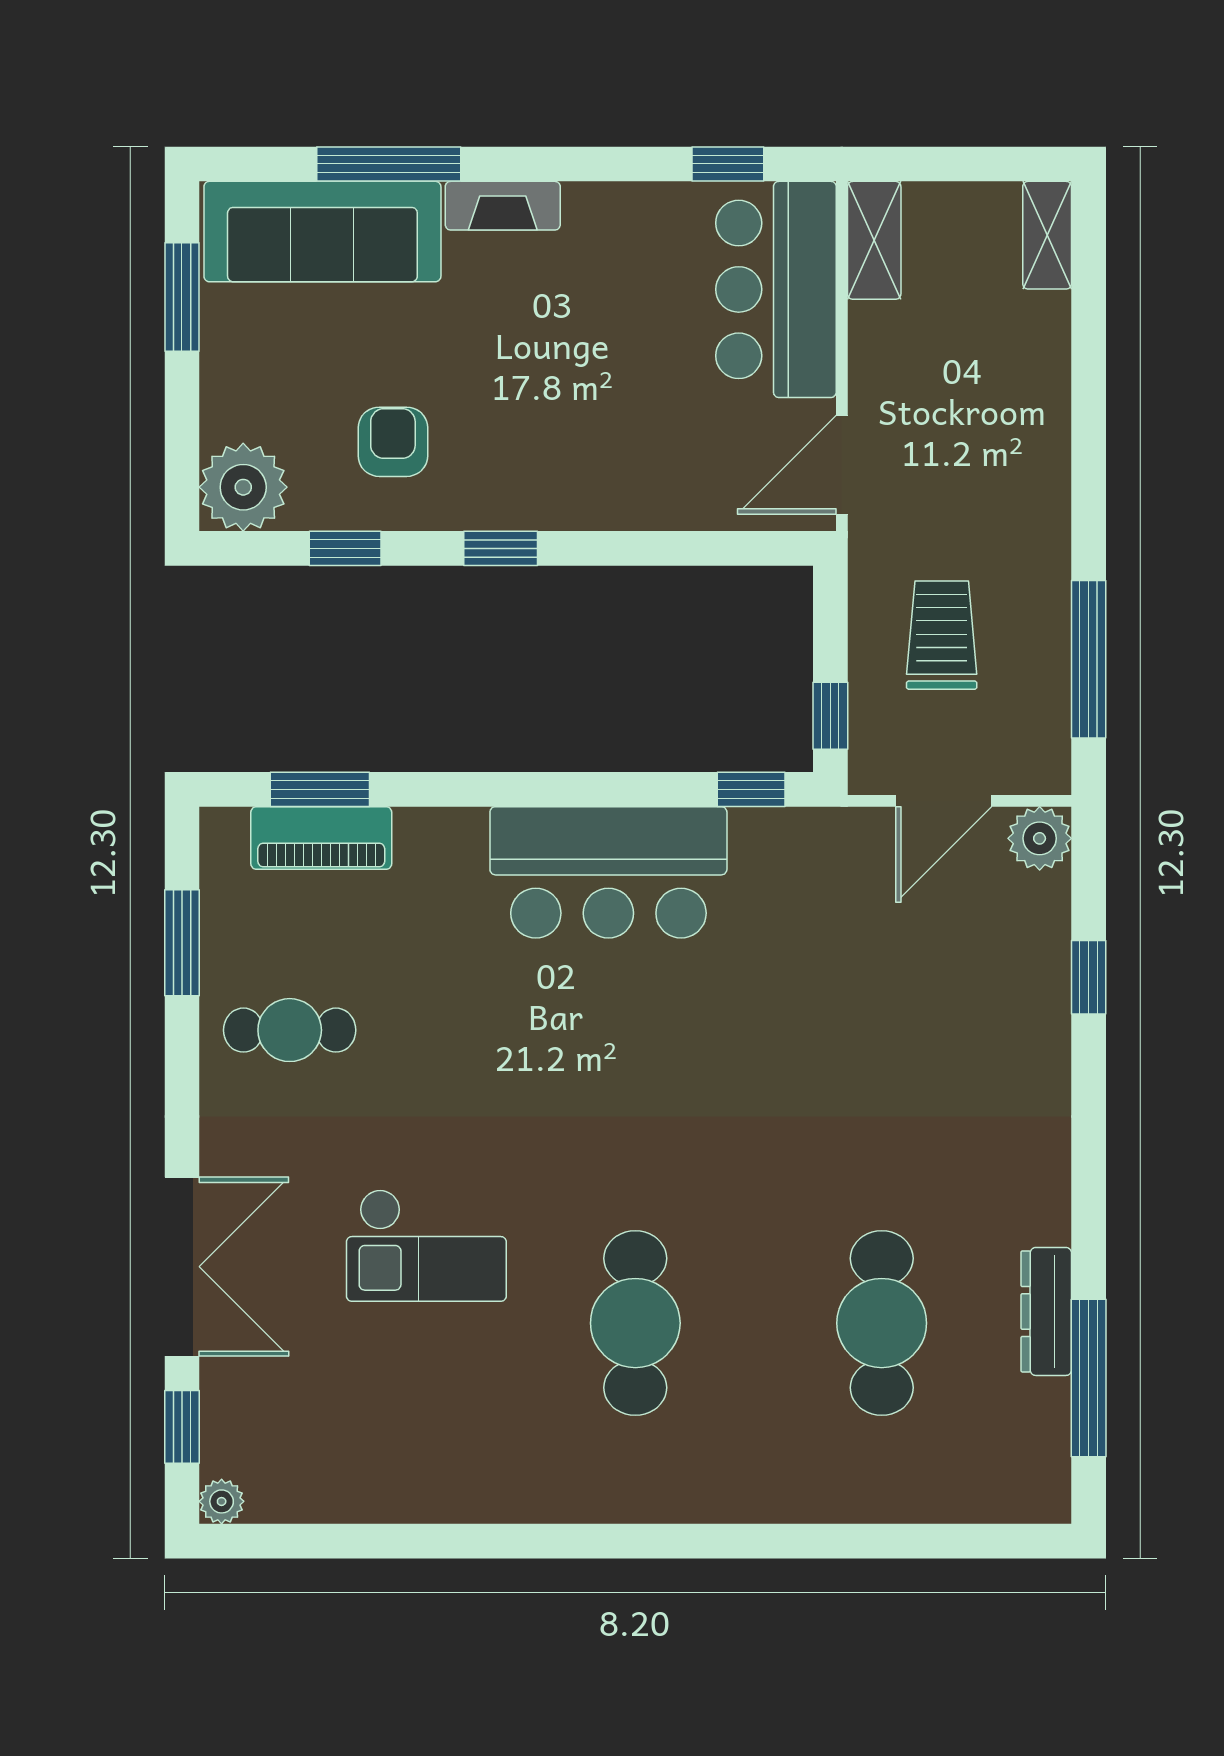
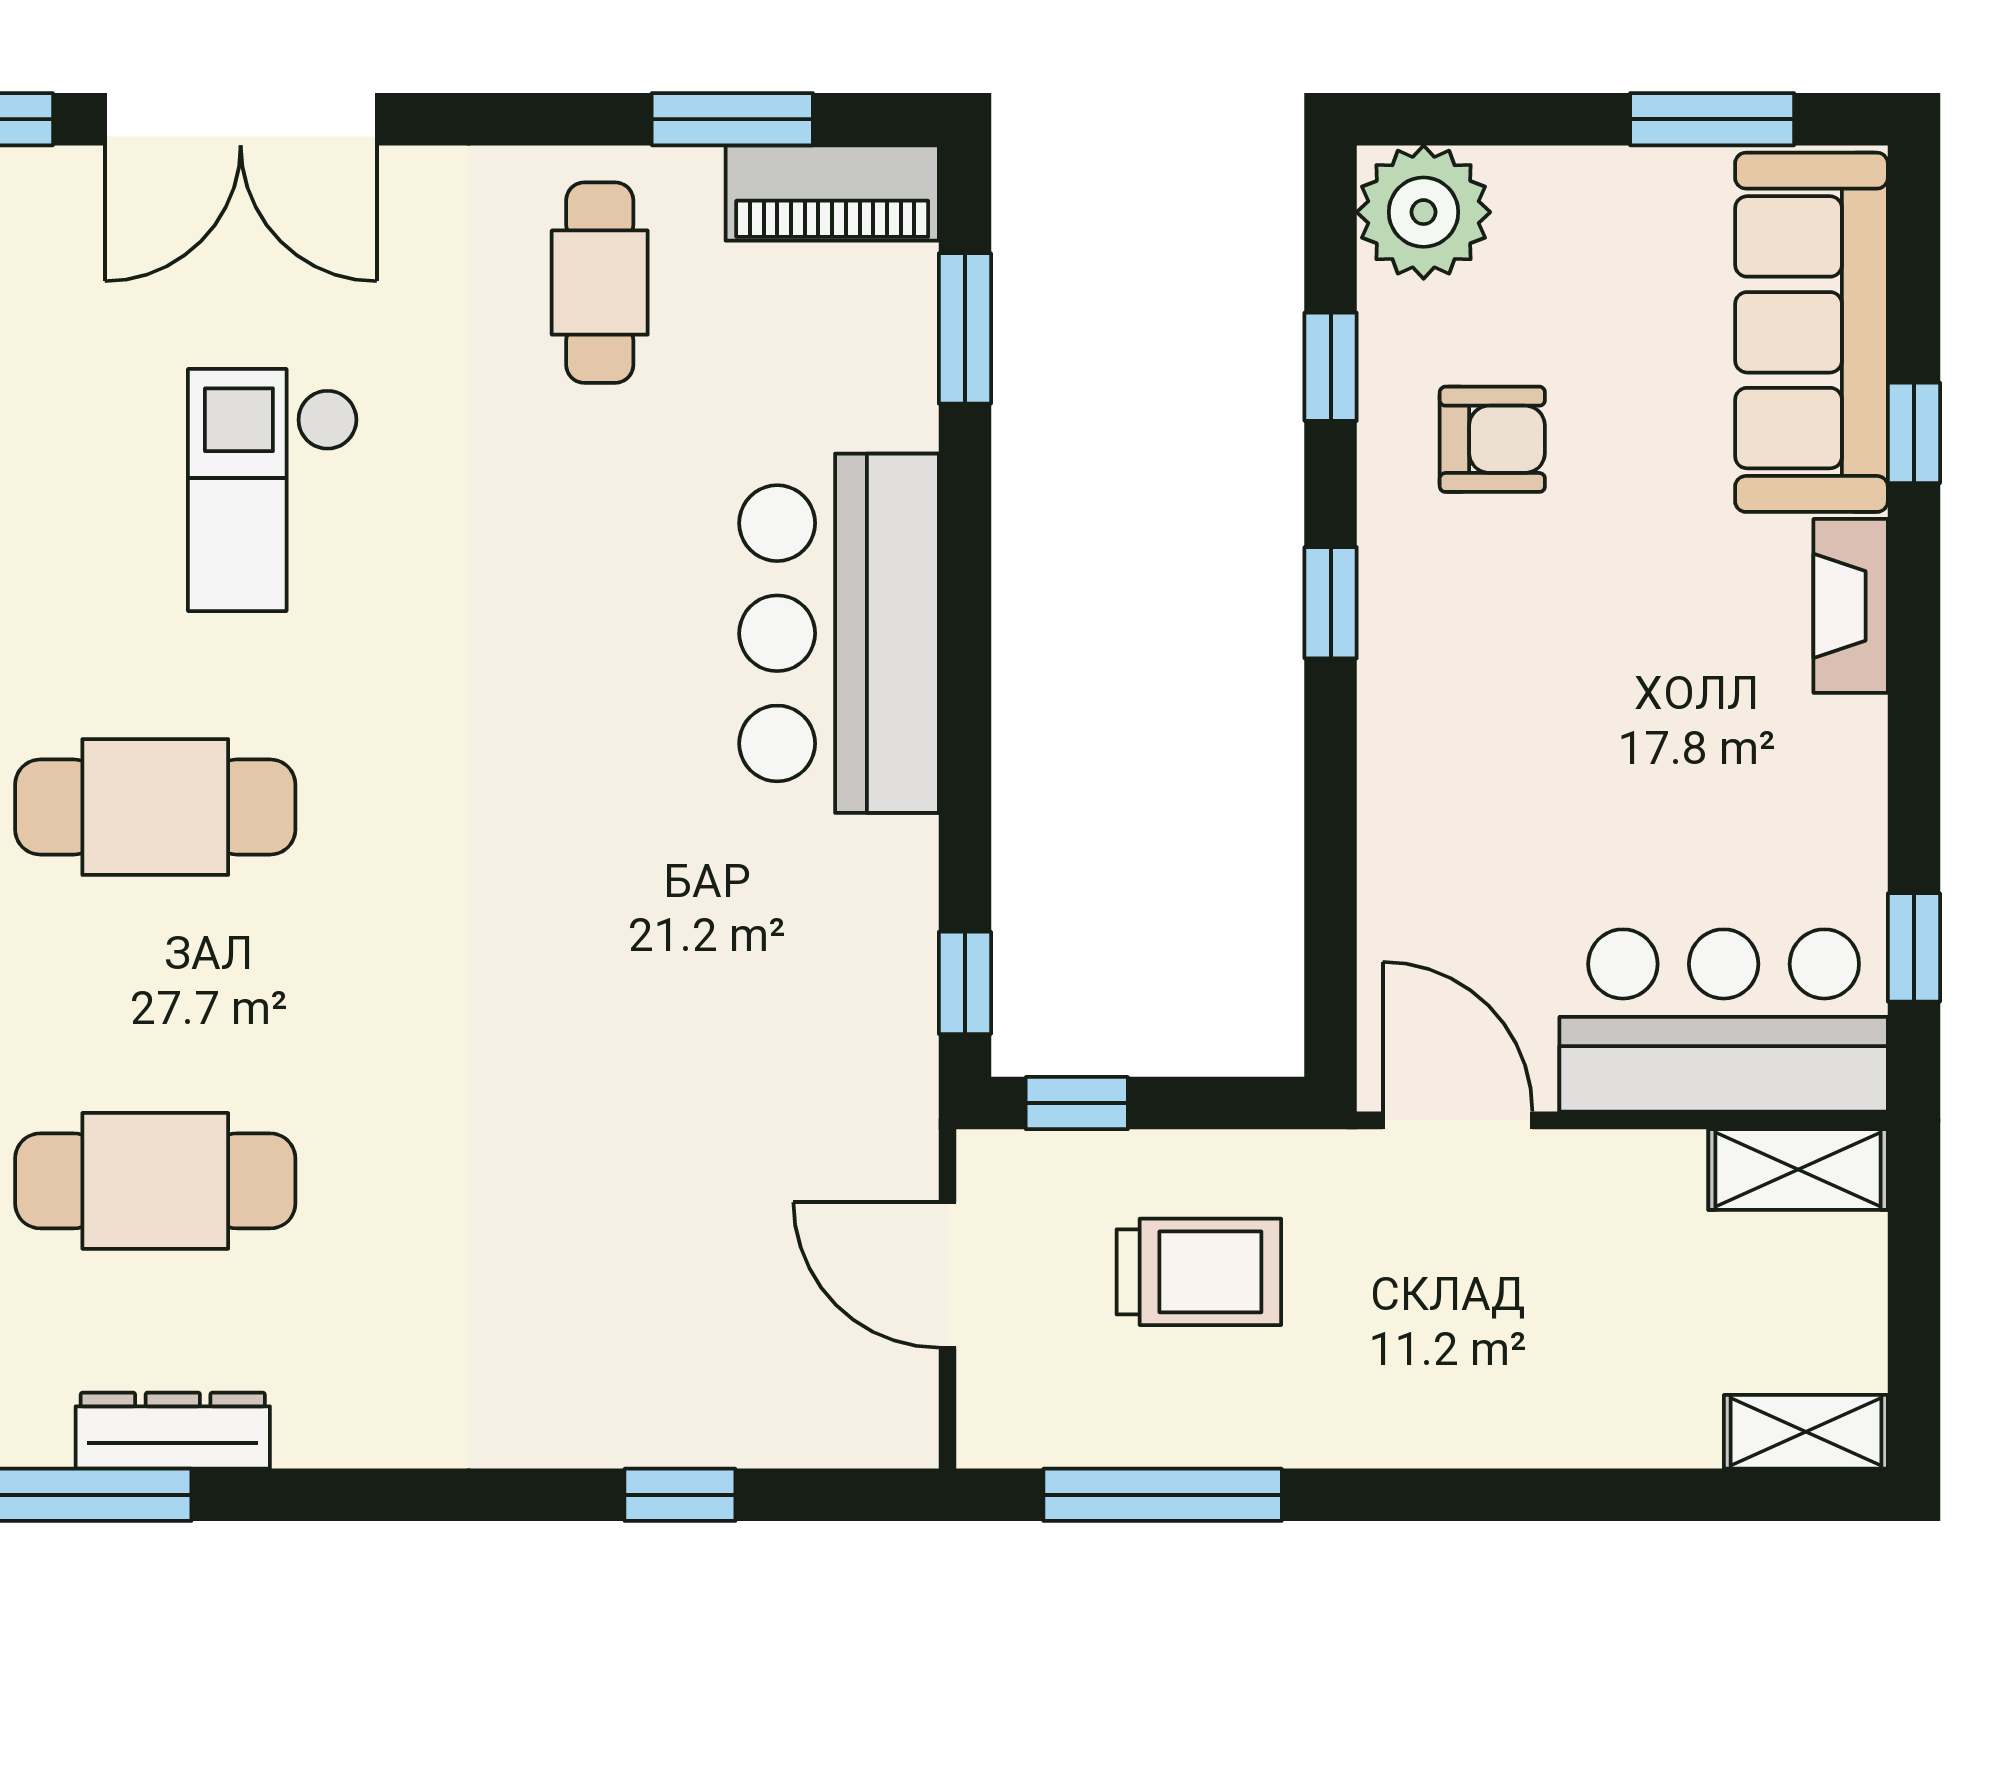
window: (389, 164) -> (1914, 433), width x0.46
piano: (321, 838) -> (832, 193), moved, turned -90
plant: (1040, 838) -> (891, 1420), removed
bar counter: (608, 872) -> (839, 633), moved

